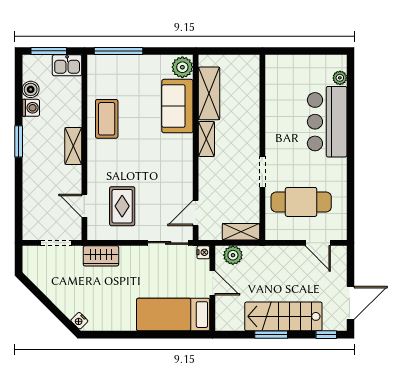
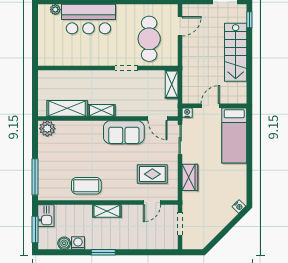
sofa: (177, 106) -> (124, 132), moved
plant: (233, 255) -> (189, 90), removed
wardrobe: (101, 256) -> (190, 177), moved
window: (271, 335) -> (249, 61), removed

